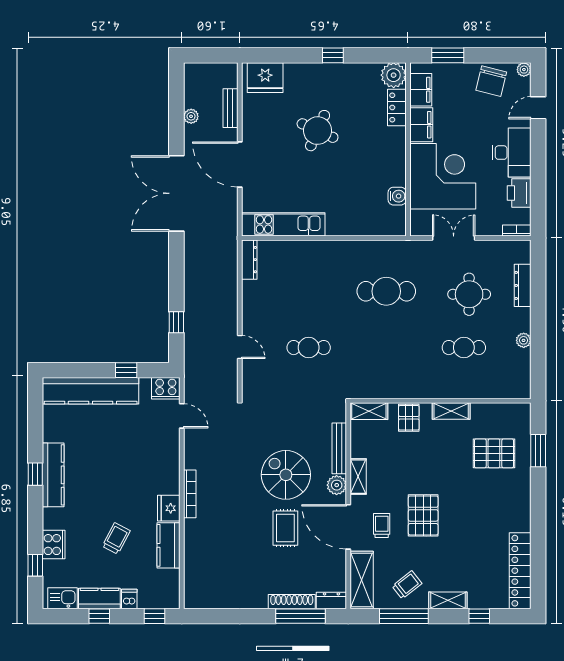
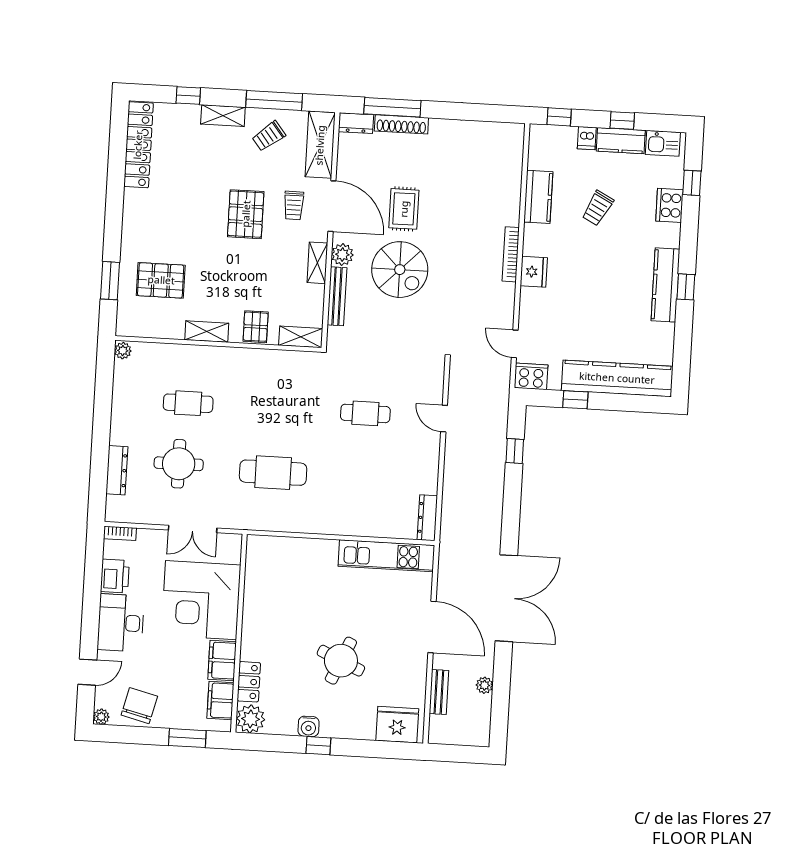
water cooler: (397, 196) -> (309, 726), moved, turned -90
plant: (524, 340) -> (123, 351), moved
fridge: (169, 508) -> (534, 272), moved

